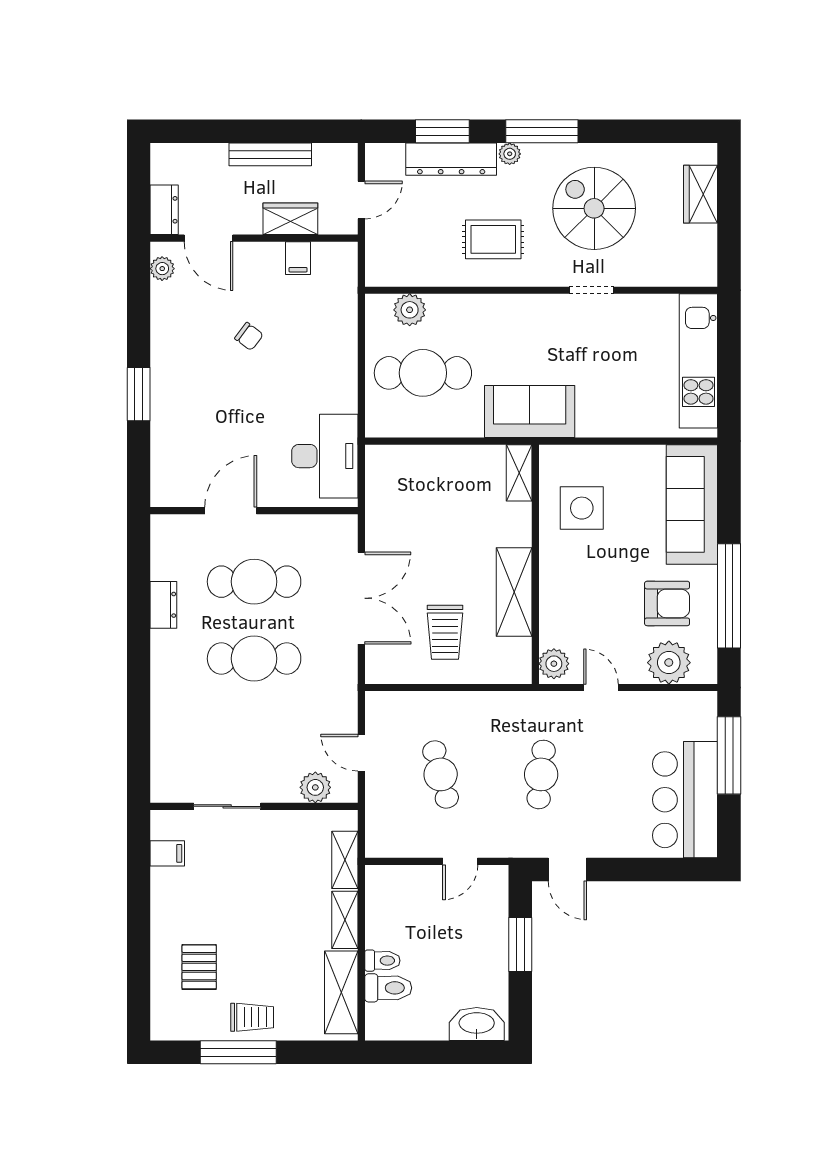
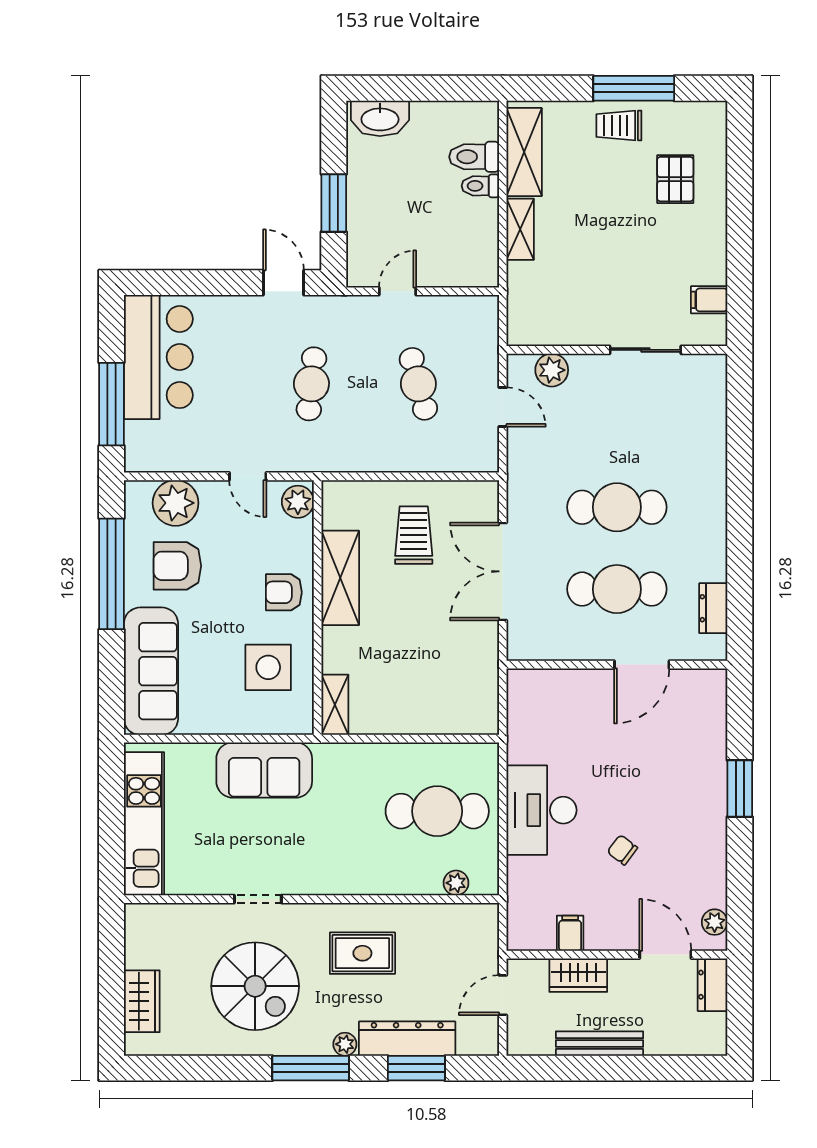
plant: (410, 310) -> (456, 883), width x0.73, depth x0.73
sofa: (530, 412) -> (264, 770), moved
desk: (325, 456) -> (542, 810), moved
armchair: (567, 579) -> (284, 592), added
dresser: (163, 605) -> (713, 608), moved
shelving: (345, 860) -> (520, 293), removed

